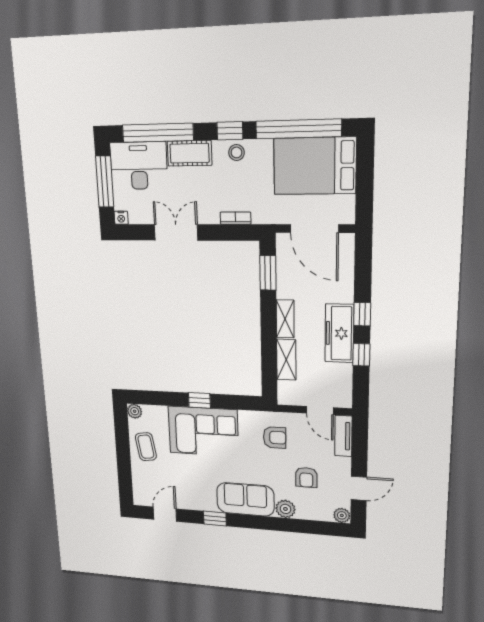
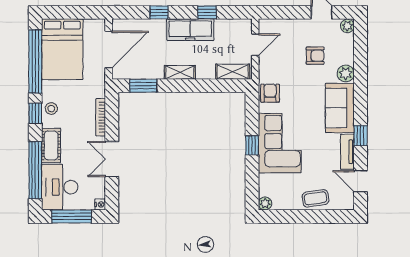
bookcase: (236, 218) -> (101, 117), width x1.56
window: (362, 314) -> (159, 12), moved
shelving: (286, 360) -> (233, 72), moved
tv unit: (343, 436) -> (347, 152), moved, turned 90
armchair: (275, 437) -> (270, 93), moved
coffee table: (146, 447) -> (315, 198), moved

